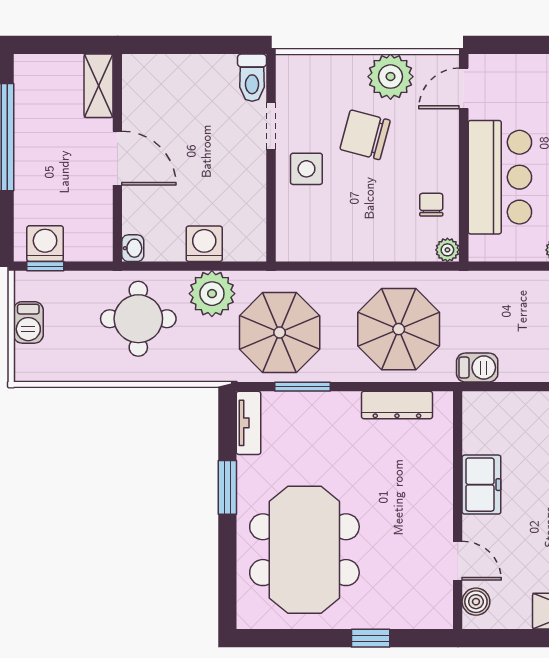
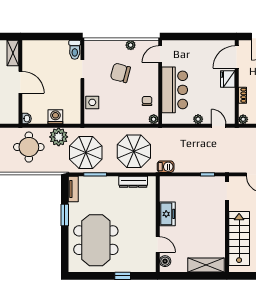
plant: (391, 77) -> (131, 45), width x0.53, depth x0.53
side table: (306, 169) -> (92, 102), moved

